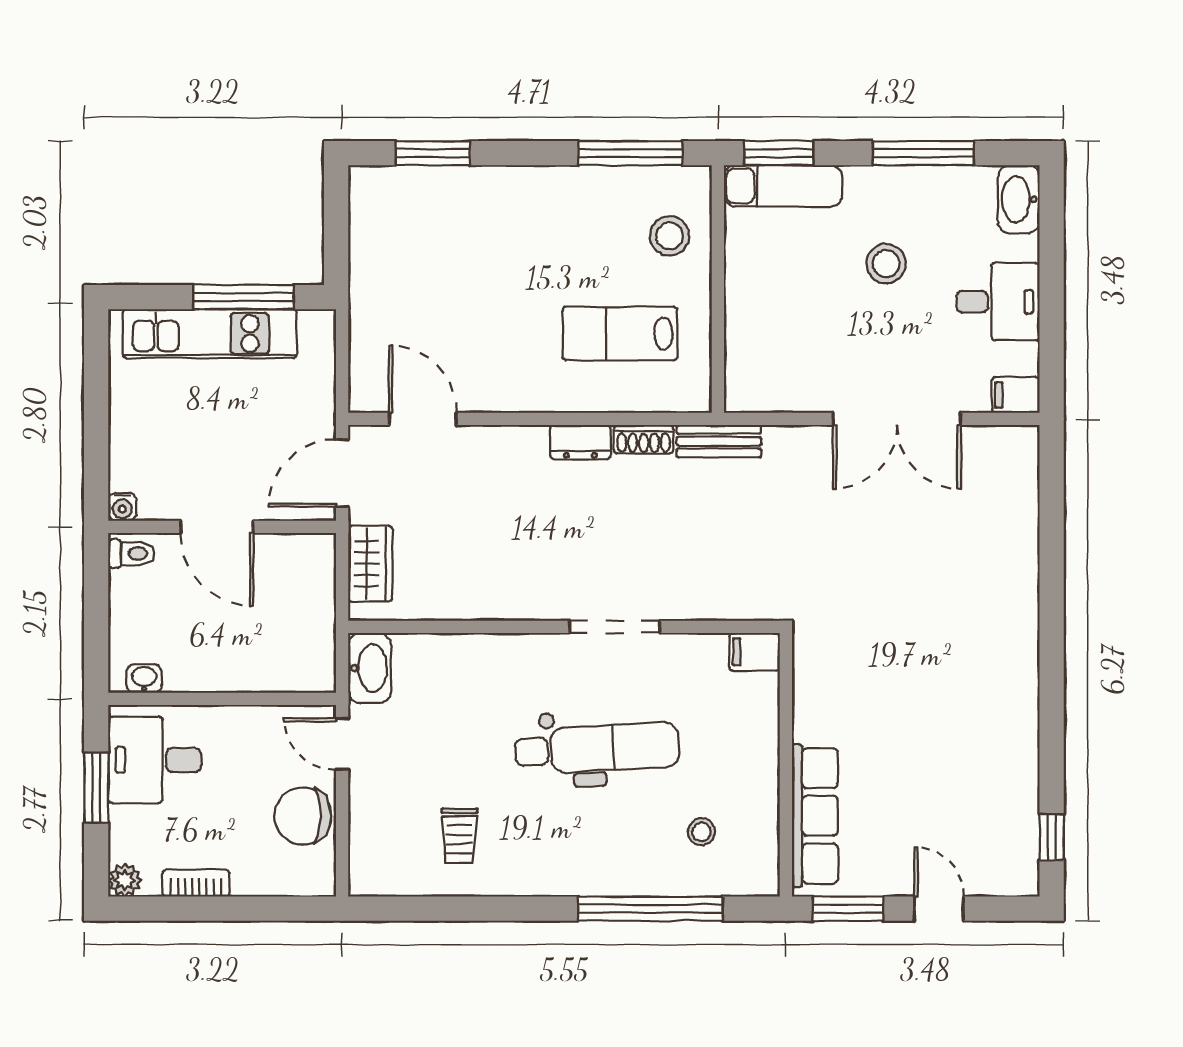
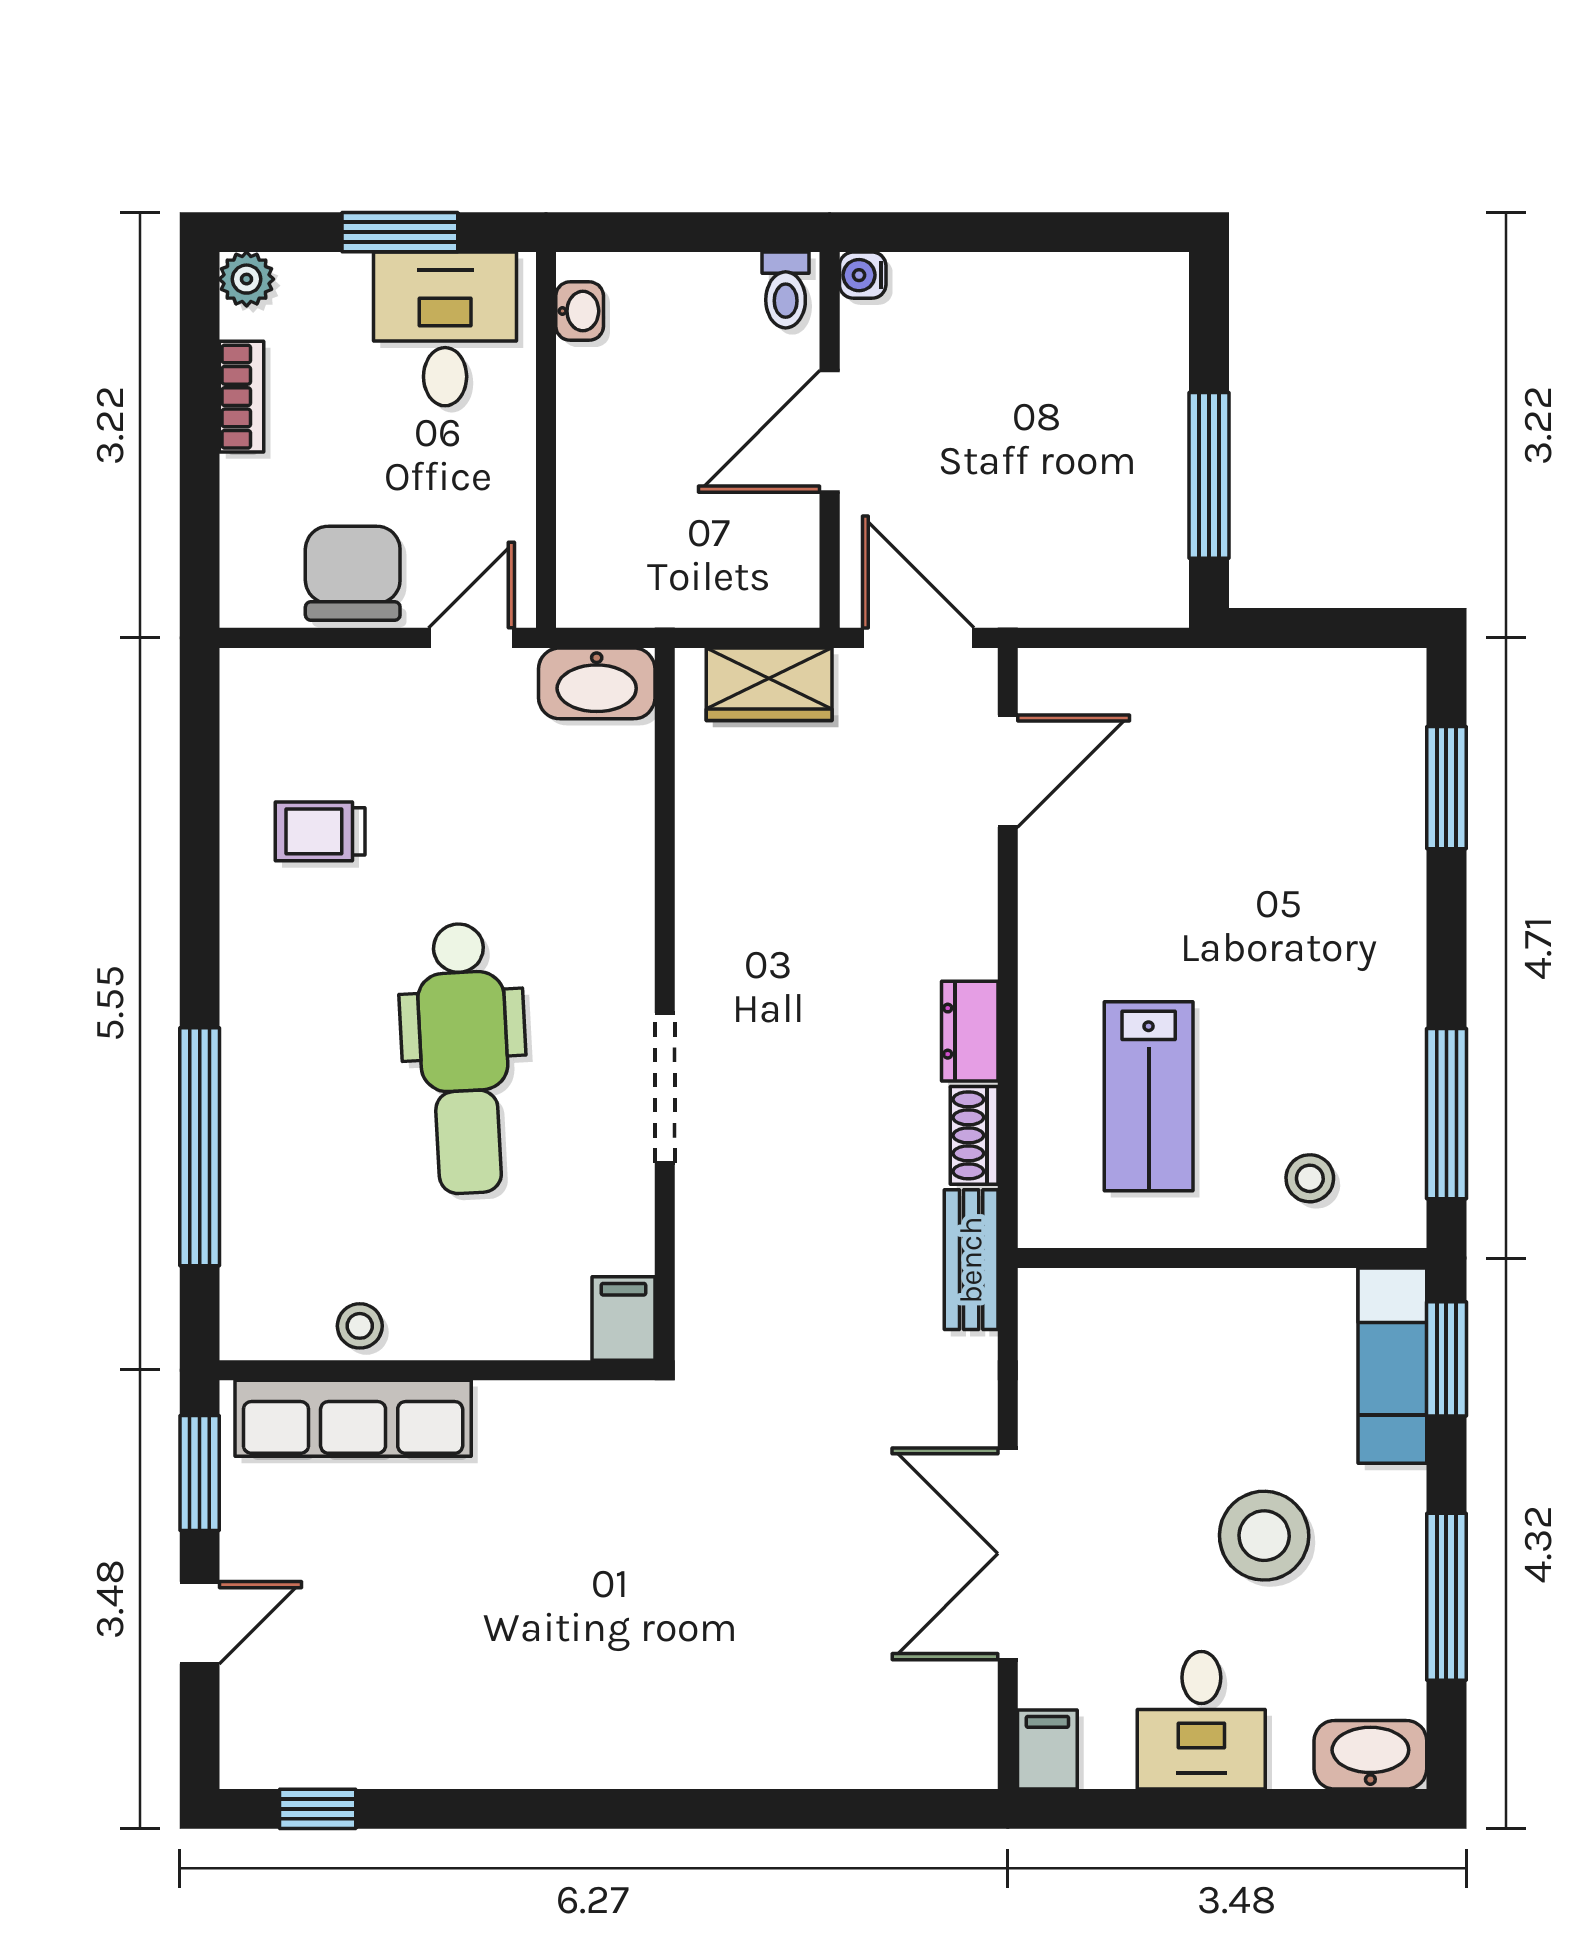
stool: (670, 236) -> (1310, 1178), width x0.73, depth x0.73
stool: (886, 264) -> (1264, 1536), width x1.38, depth x1.38
kitchen unit: (210, 334) -> (1149, 420), removed
lab bench: (620, 334) -> (1149, 1096), turned 180
stool: (701, 832) -> (360, 1326), moved

